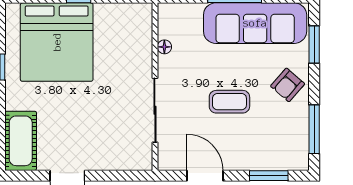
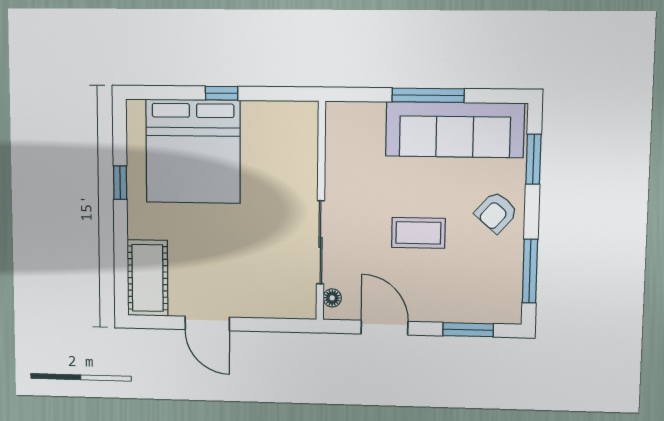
floor lamp: (164, 47) -> (332, 298), moved

